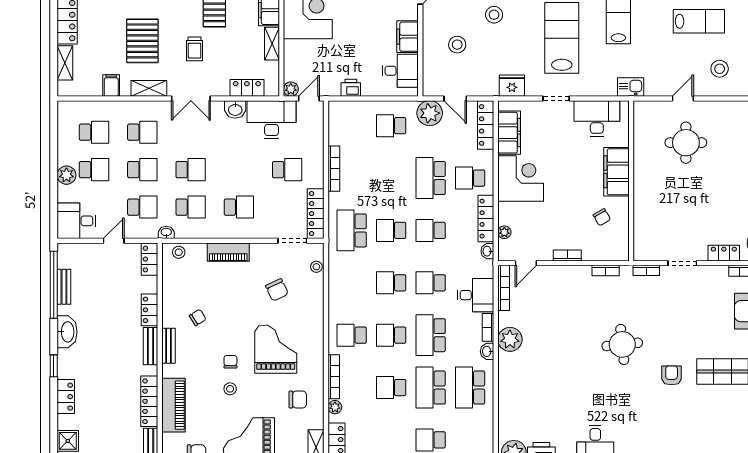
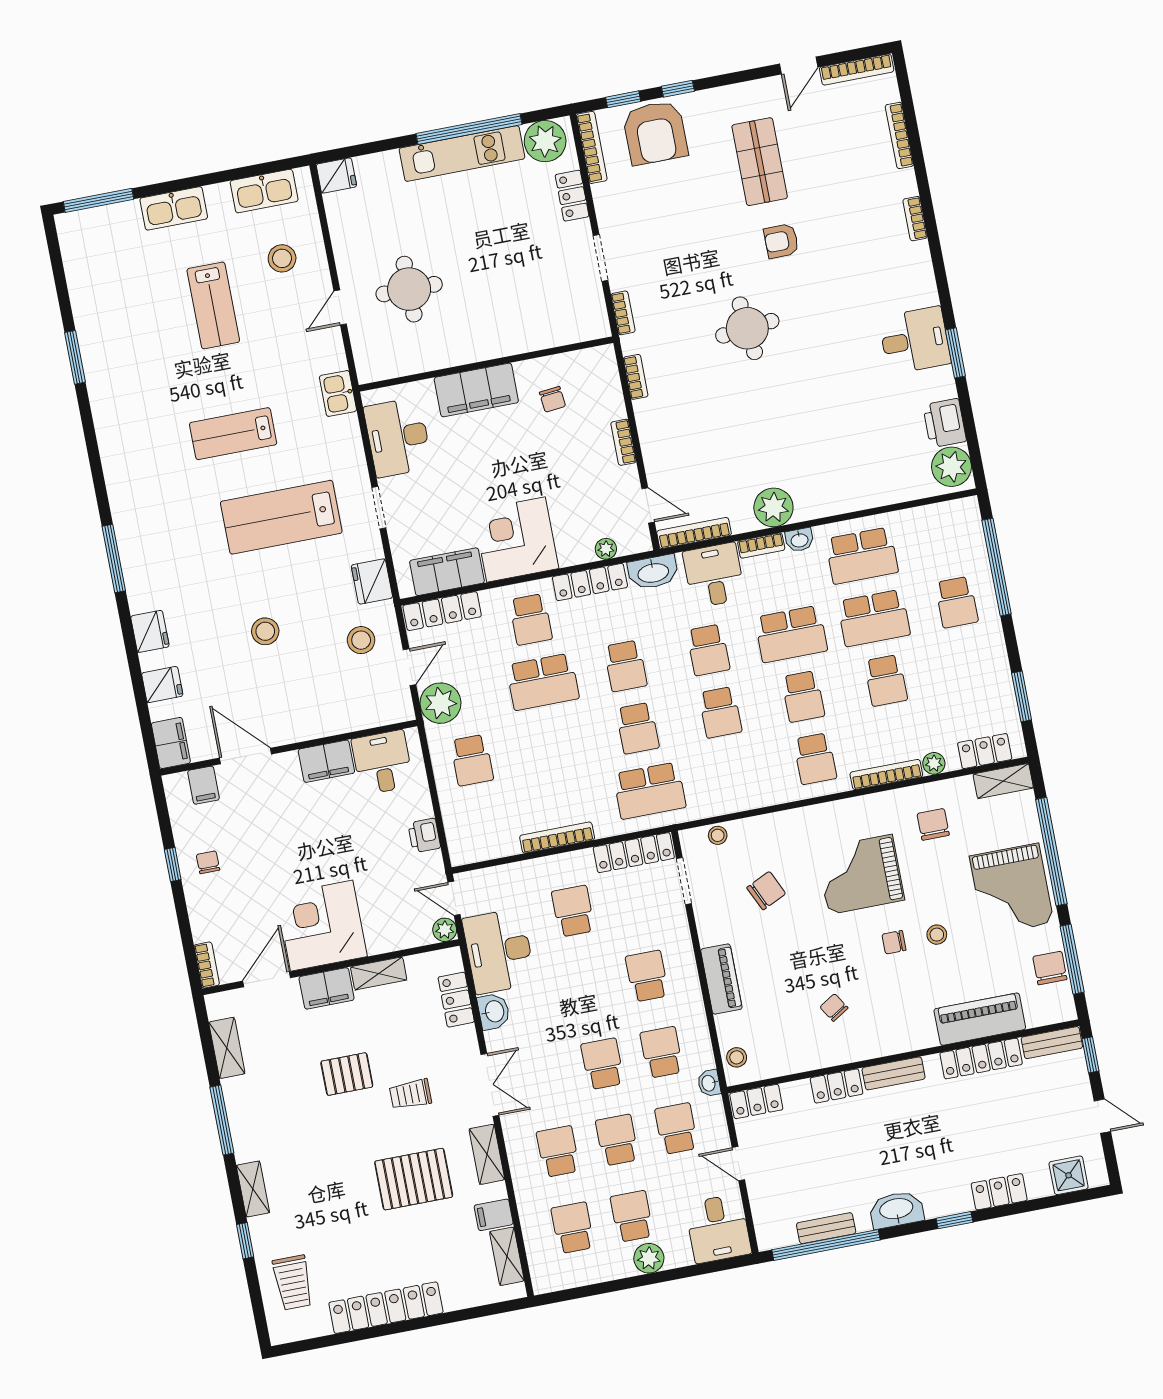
lab bench: (699, 21) -> (213, 305), turned 180
stool: (457, 45) -> (361, 640), moved
trolley: (195, 49) -> (410, 1094), turned 180
shelving: (65, 63) -> (507, 1256), moved, turned 90
door: (683, 98) -> (340, 307), hinge flipped
chair: (602, 217) -> (552, 399), turned 114
washbasin: (487, 251) -> (653, 572), width x1.91, depth x1.45
bench: (169, 346) -> (888, 1045), removed

